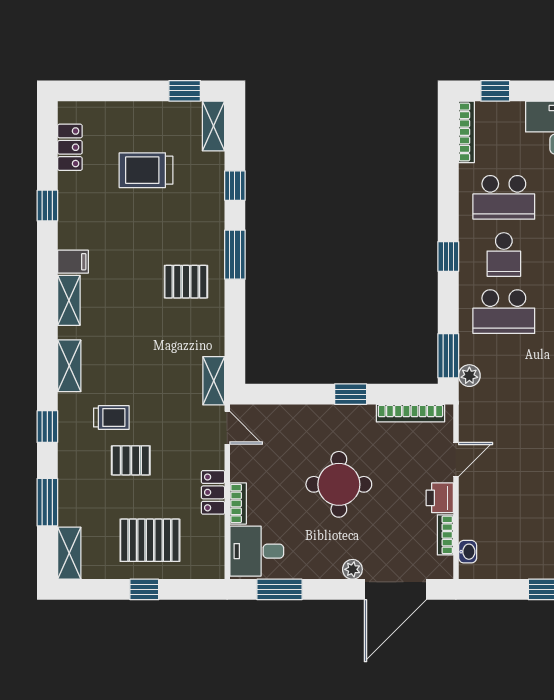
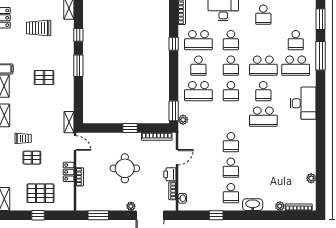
window: (448, 257) -> (174, 44), moved
pallet: (186, 282) -> (44, 77), moved
desk: (257, 551) -> (88, 198), removed

